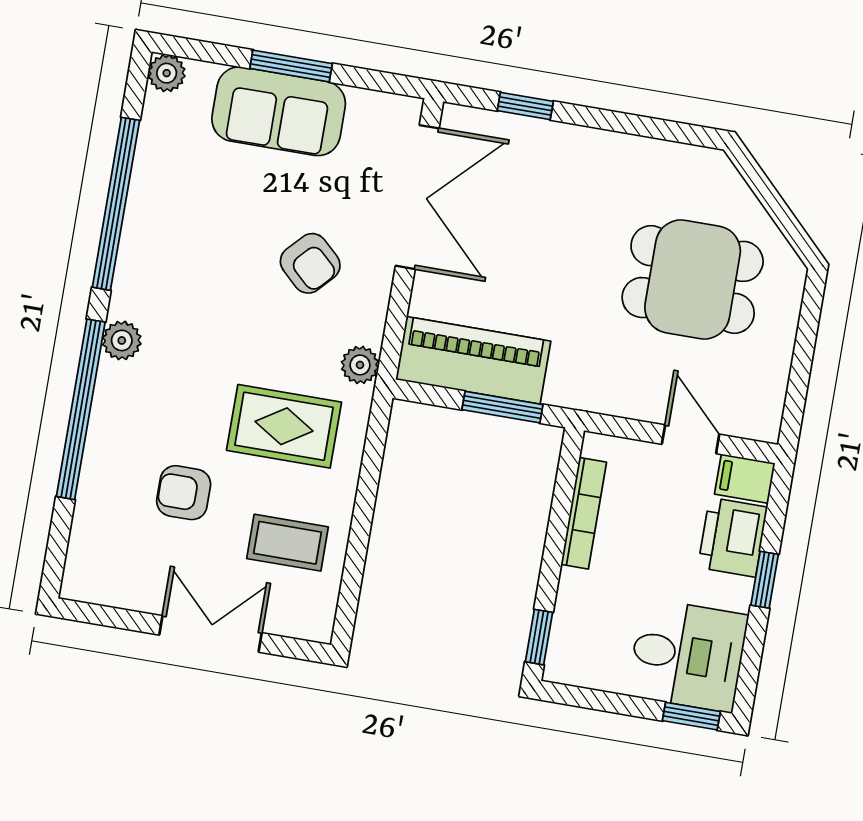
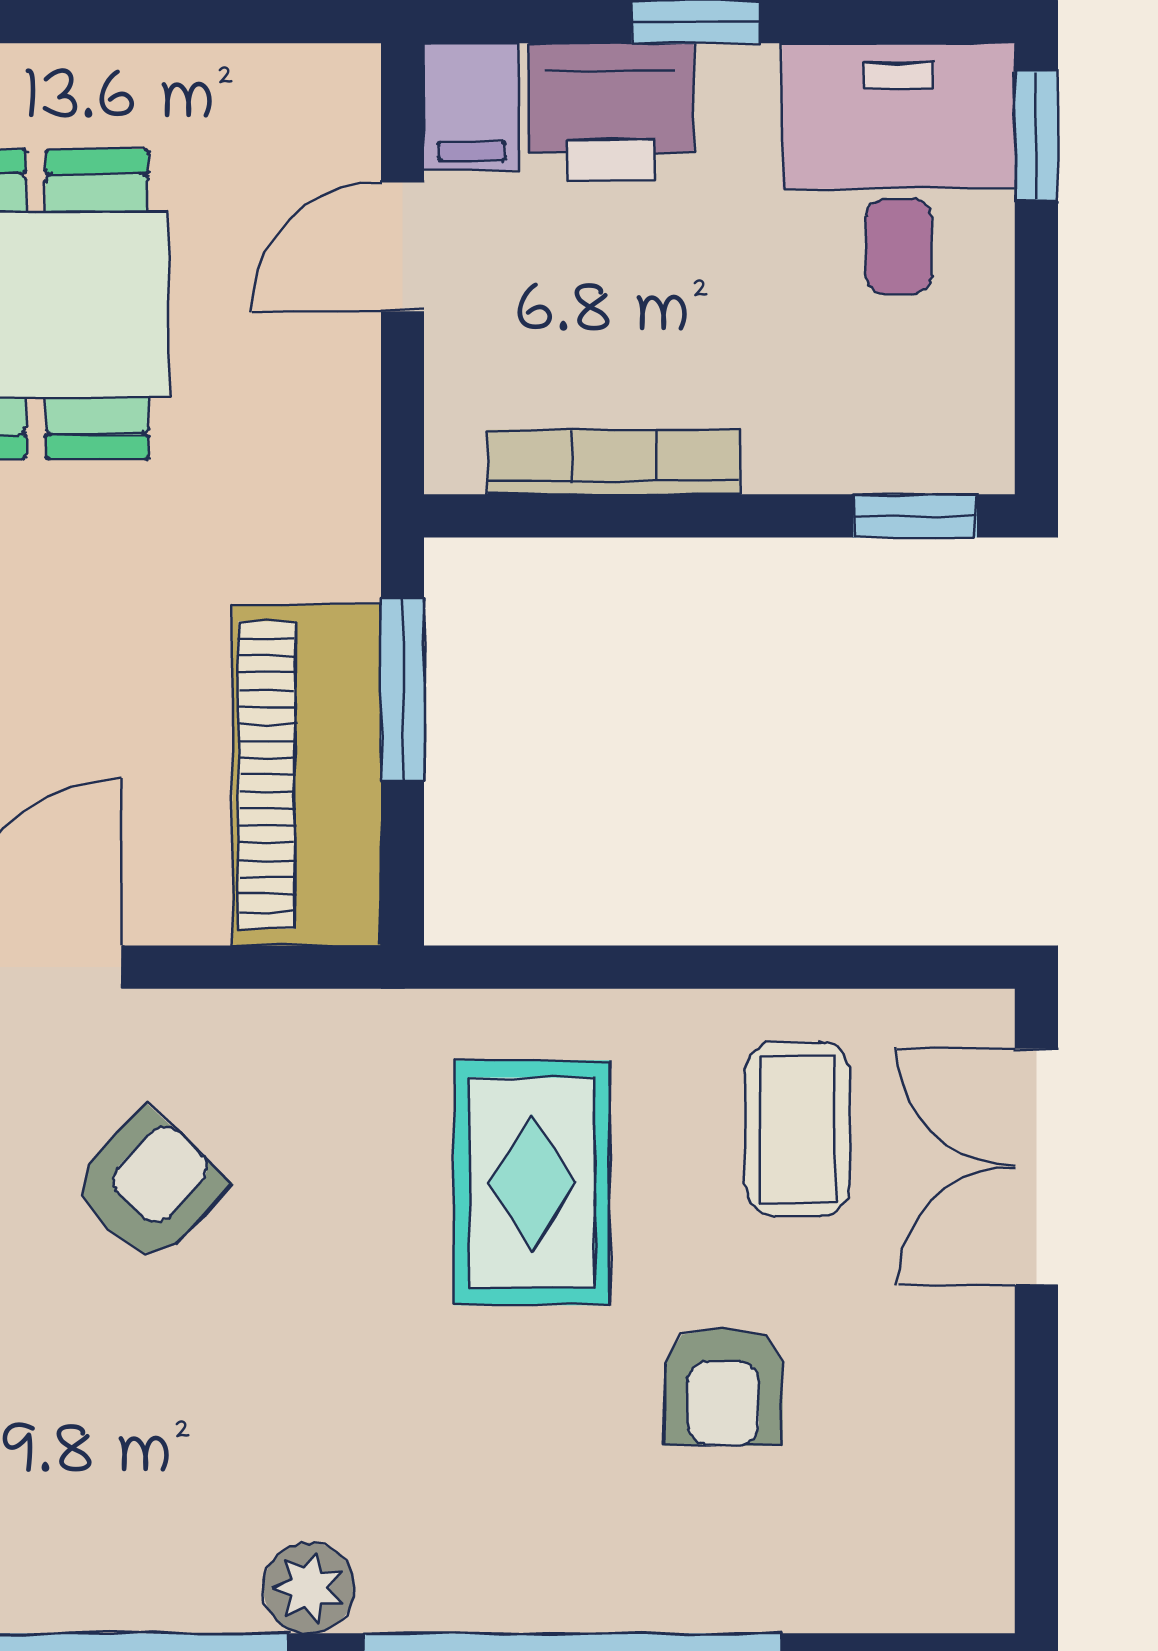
plant: (122, 340) -> (309, 1588), moved
plant: (360, 365) -> (362, 1033), removed
double door: (210, 634) -> (1036, 1167), moved

